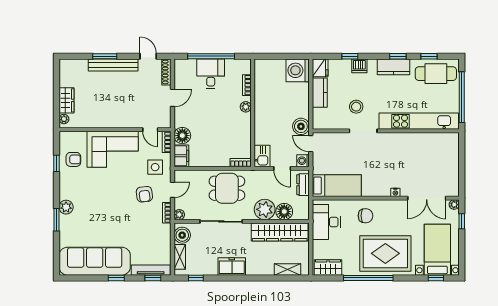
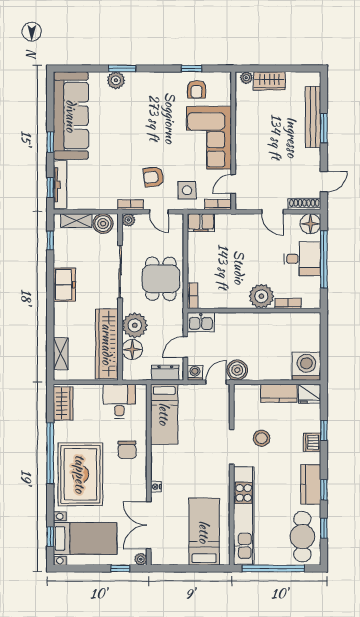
bench: (113, 65) -> (313, 117), moved
plant: (246, 107) -> (261, 296), width x1.88, depth x1.88
floor lamp: (182, 136) -> (310, 224), moved
bed: (432, 153) -> (204, 532), added
plant: (66, 207) -> (116, 80), moved
desk: (326, 222) -> (119, 401), width x0.73

